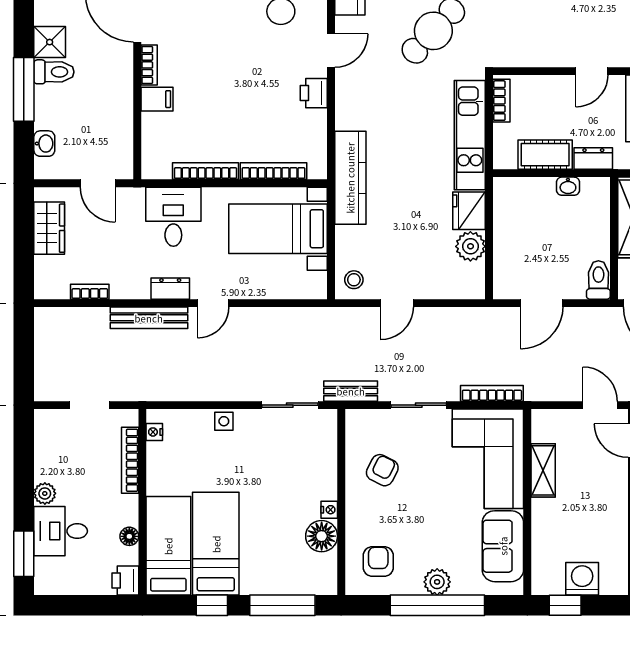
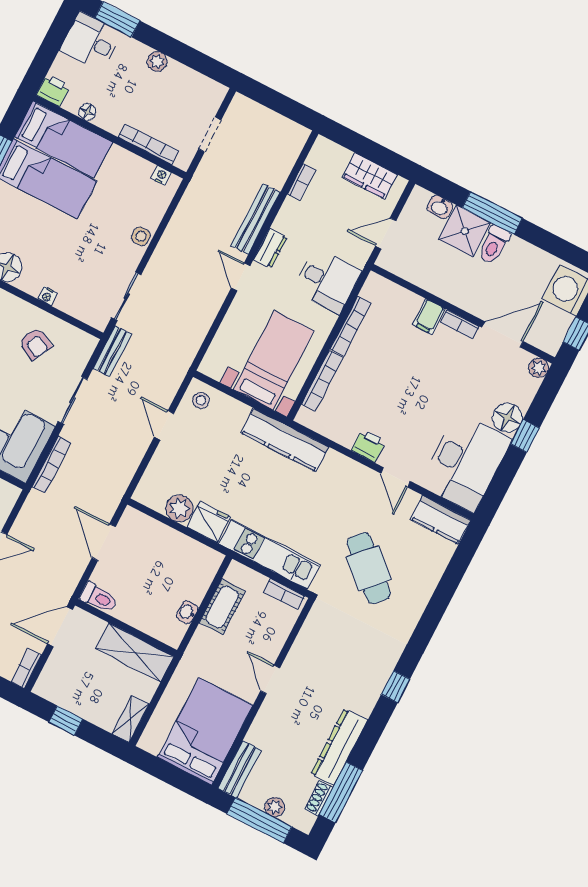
shower: (50, 42) -> (465, 231), moved, width x1.36, depth x1.36
dresser: (593, 159) -> (199, 644), removed
nightstand: (329, 510) -> (47, 296), moved
desk: (61, 531) -> (91, 41), moved, turned -90

